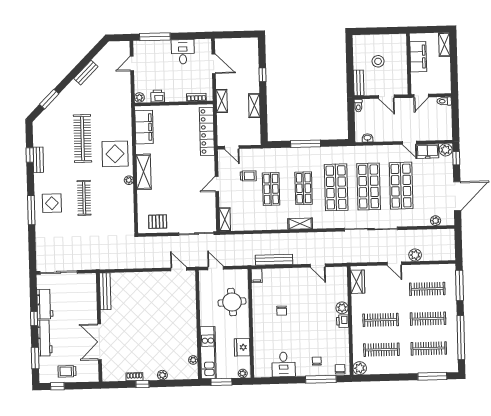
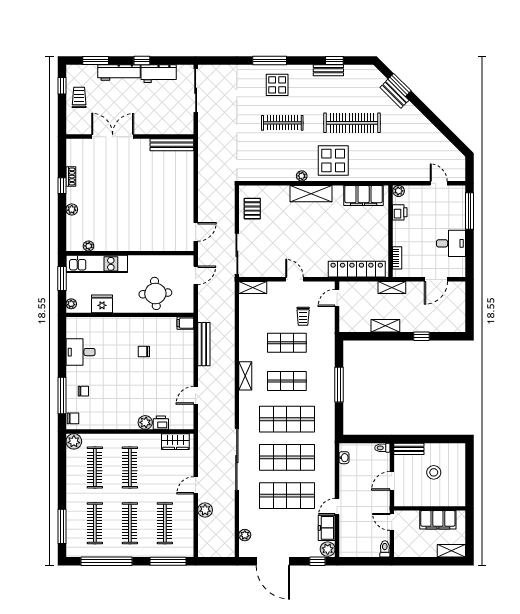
bench: (86, 73) -> (394, 94), moved
printer: (342, 321) -> (161, 423), moved

